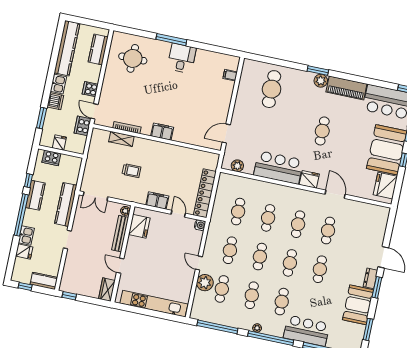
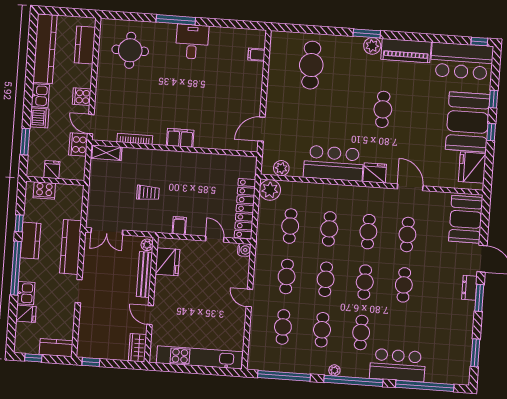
shelving: (121, 139) -> (106, 153), moved
filing cabinet: (157, 201) -> (179, 226), width x0.50
plant: (205, 283) -> (270, 190), moved
booth: (358, 305) -> (466, 219), moved

